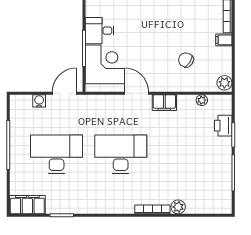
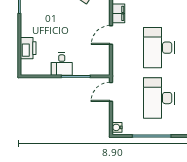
corner desk: (105, 64) -> (88, 60), removed
door: (64, 93) -> (111, 92), hinge flipped
water cooler: (39, 101) -> (117, 127), moved

